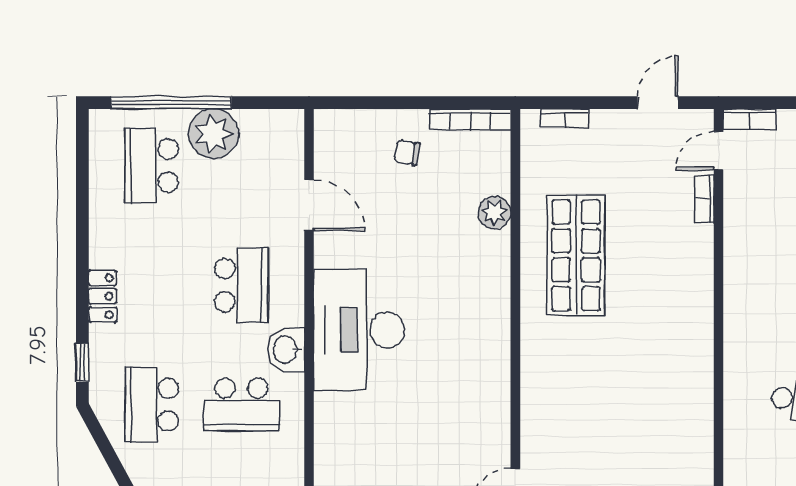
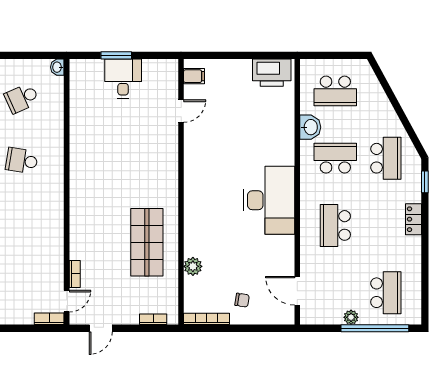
plant: (214, 134) -> (351, 317), width x0.53, depth x0.53
door: (309, 205) -> (297, 291), moved
washbasin: (286, 349) -> (310, 127), moved

